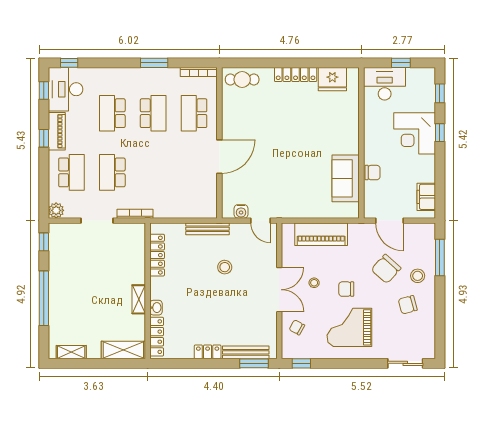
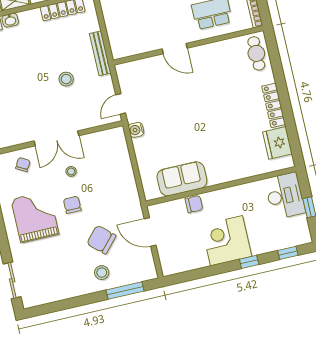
corner desk: (415, 133) -> (227, 241), moved
door: (219, 157) -> (175, 49), width x0.73
chair: (373, 173) -> (194, 204), turned -90
filing cabinet: (426, 197) -> (182, 263), removed
water cooler: (241, 211) -> (136, 130), moved
door: (389, 221) -> (150, 232), hinge flipped
piano: (321, 234) -> (121, 167), removed
chair: (408, 305) -> (71, 269), removed

